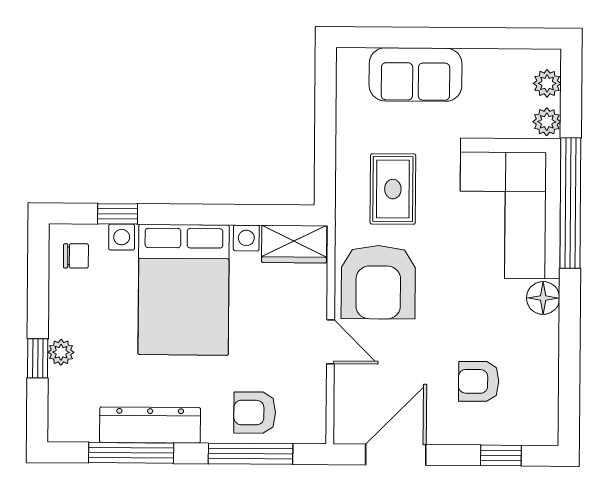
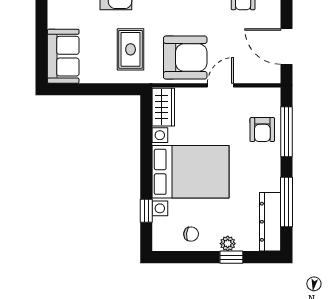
sofa: (416, 75) -> (63, 56), moved
rug: (393, 189) -> (131, 49), turned 90
chair: (76, 256) -> (191, 234), moved, turned 96
dresser: (150, 425) -> (270, 222), moved

